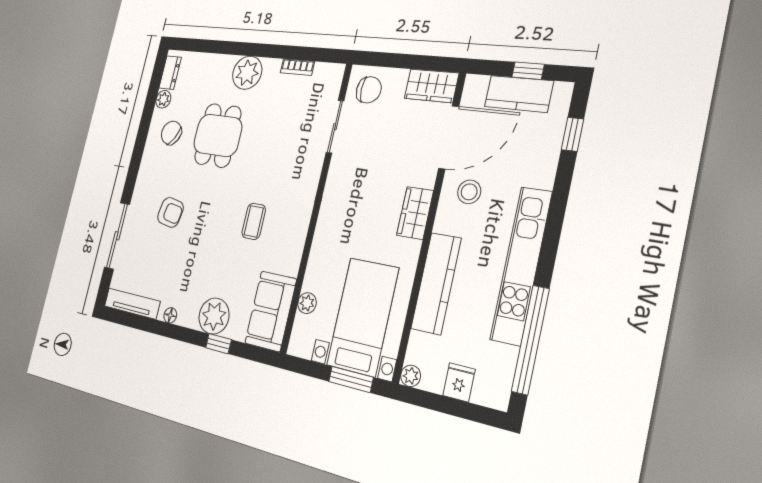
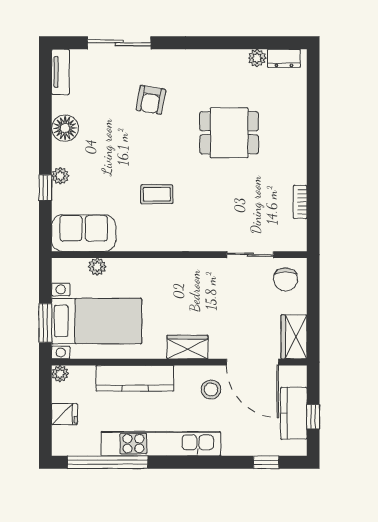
plant: (247, 73) -> (291, 149), removed
chair: (171, 133) -> (226, 78), removed
tv unit: (132, 304) -> (60, 72), width x0.71
floor lamp: (170, 315) -> (65, 128), width x1.89, depth x1.89
plant: (214, 316) -> (60, 176), width x0.53, depth x0.53

